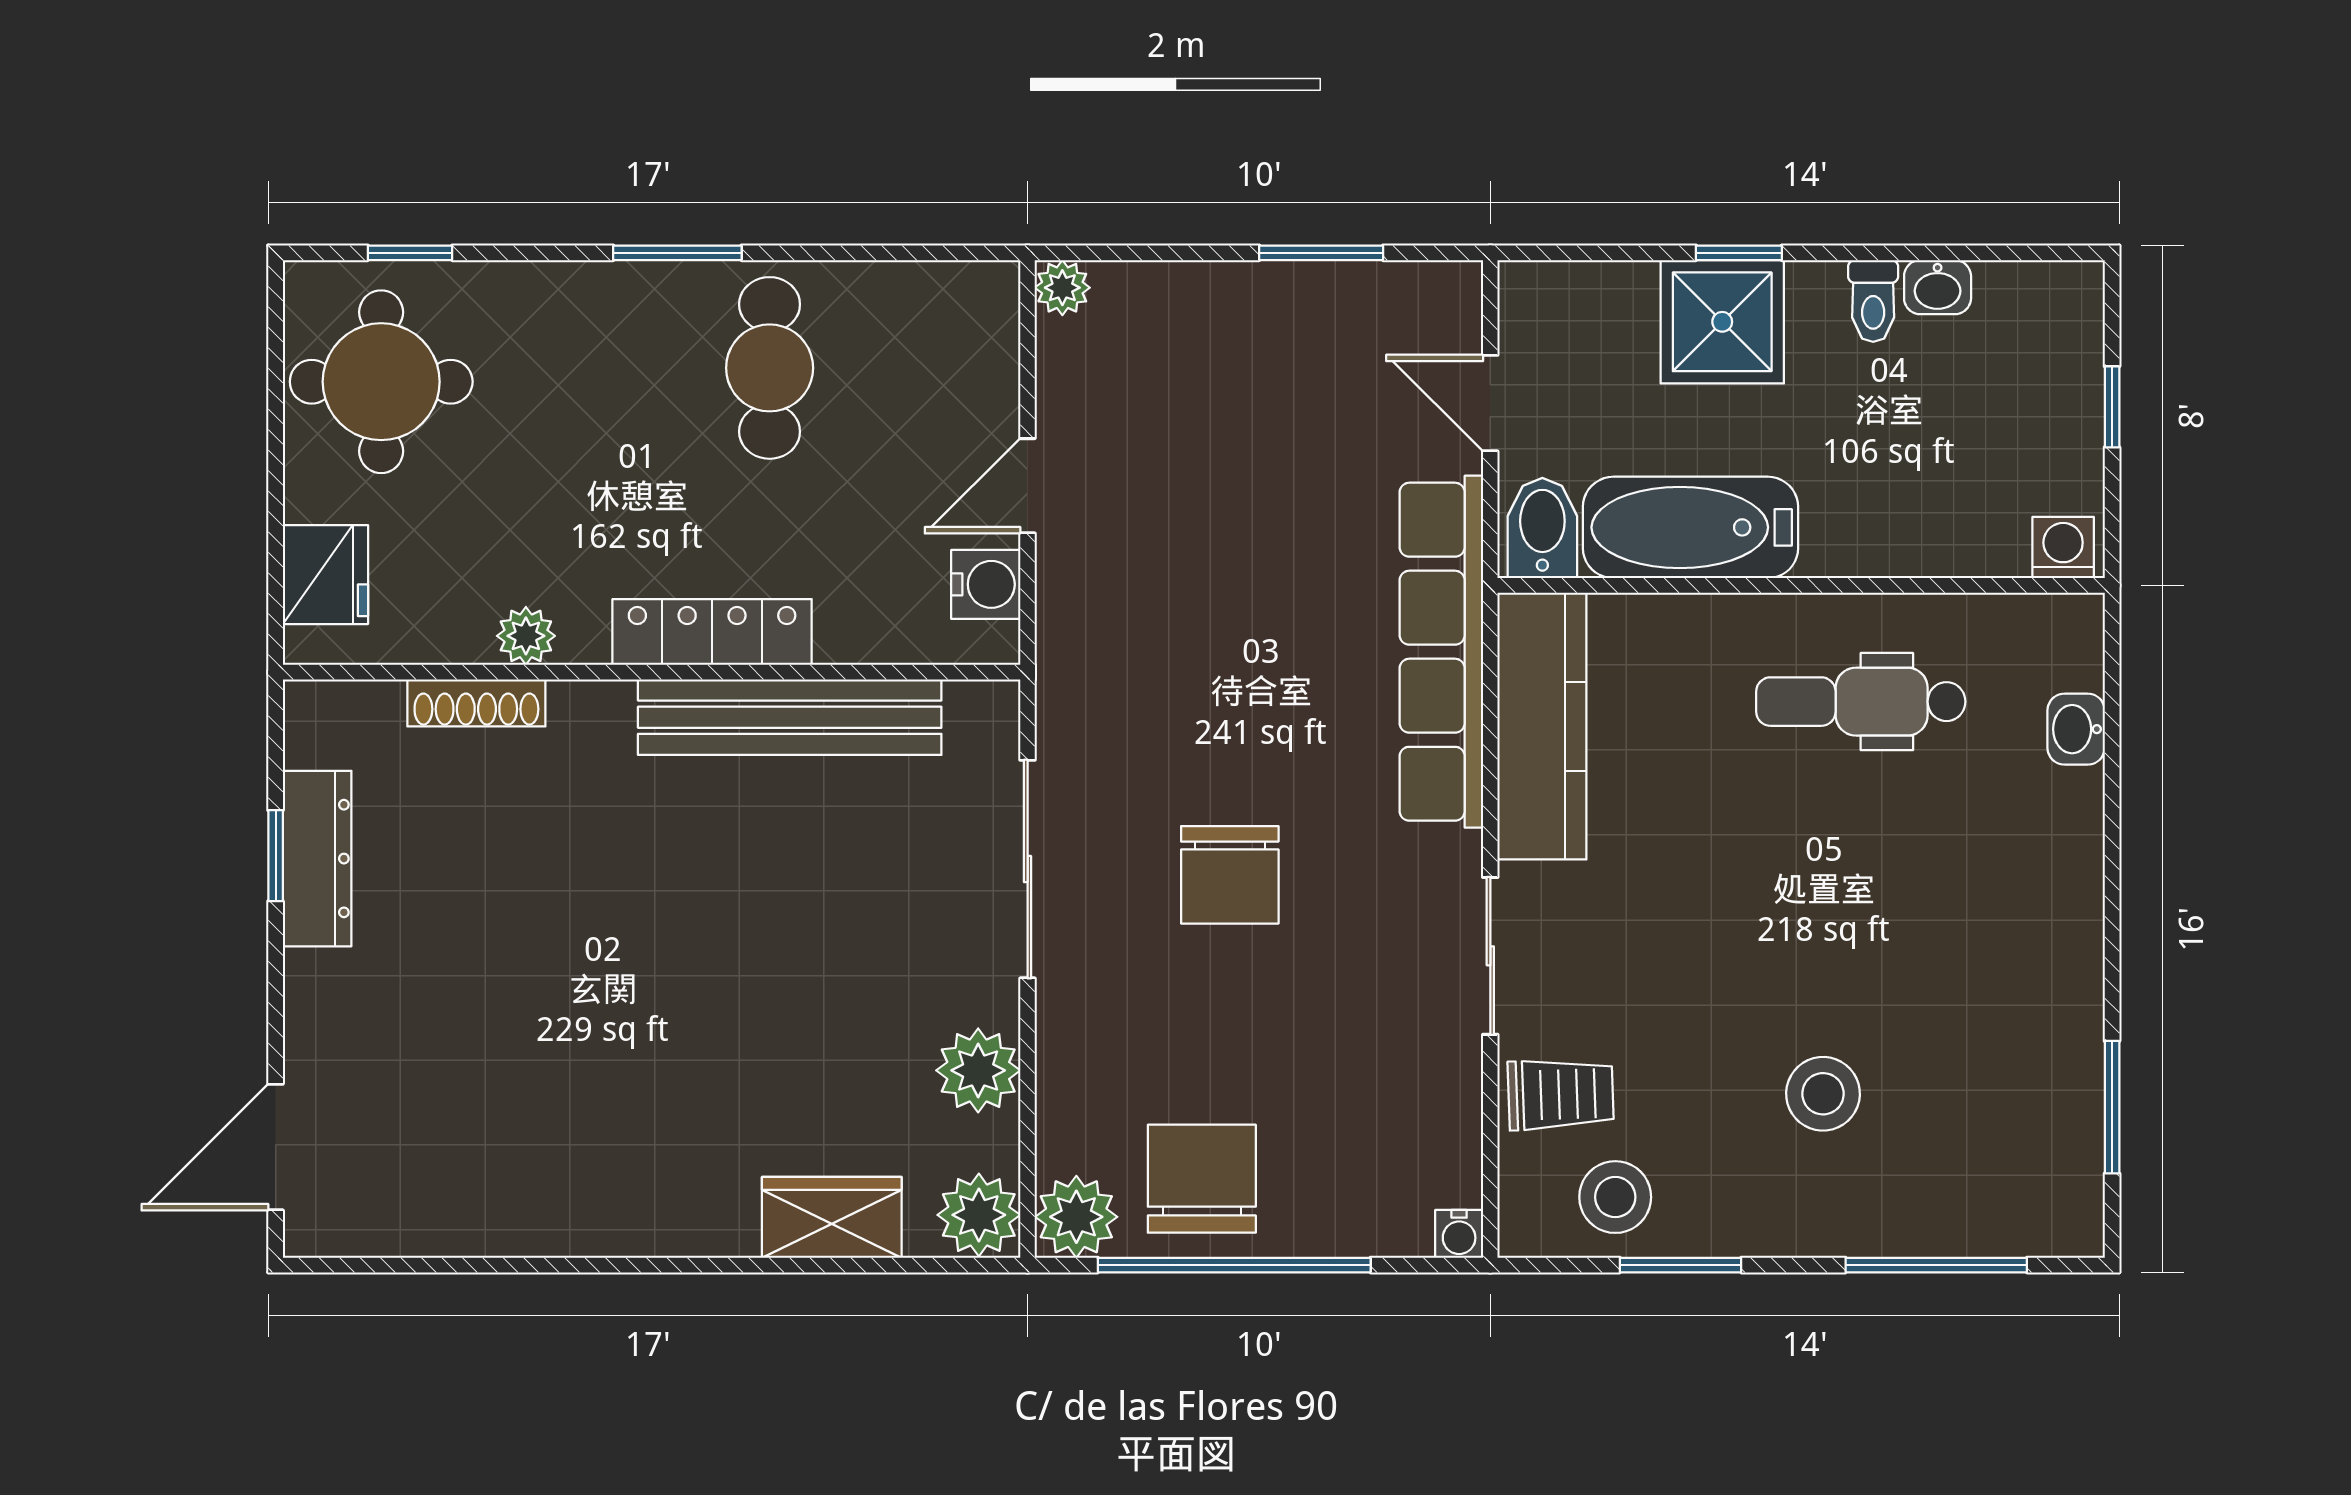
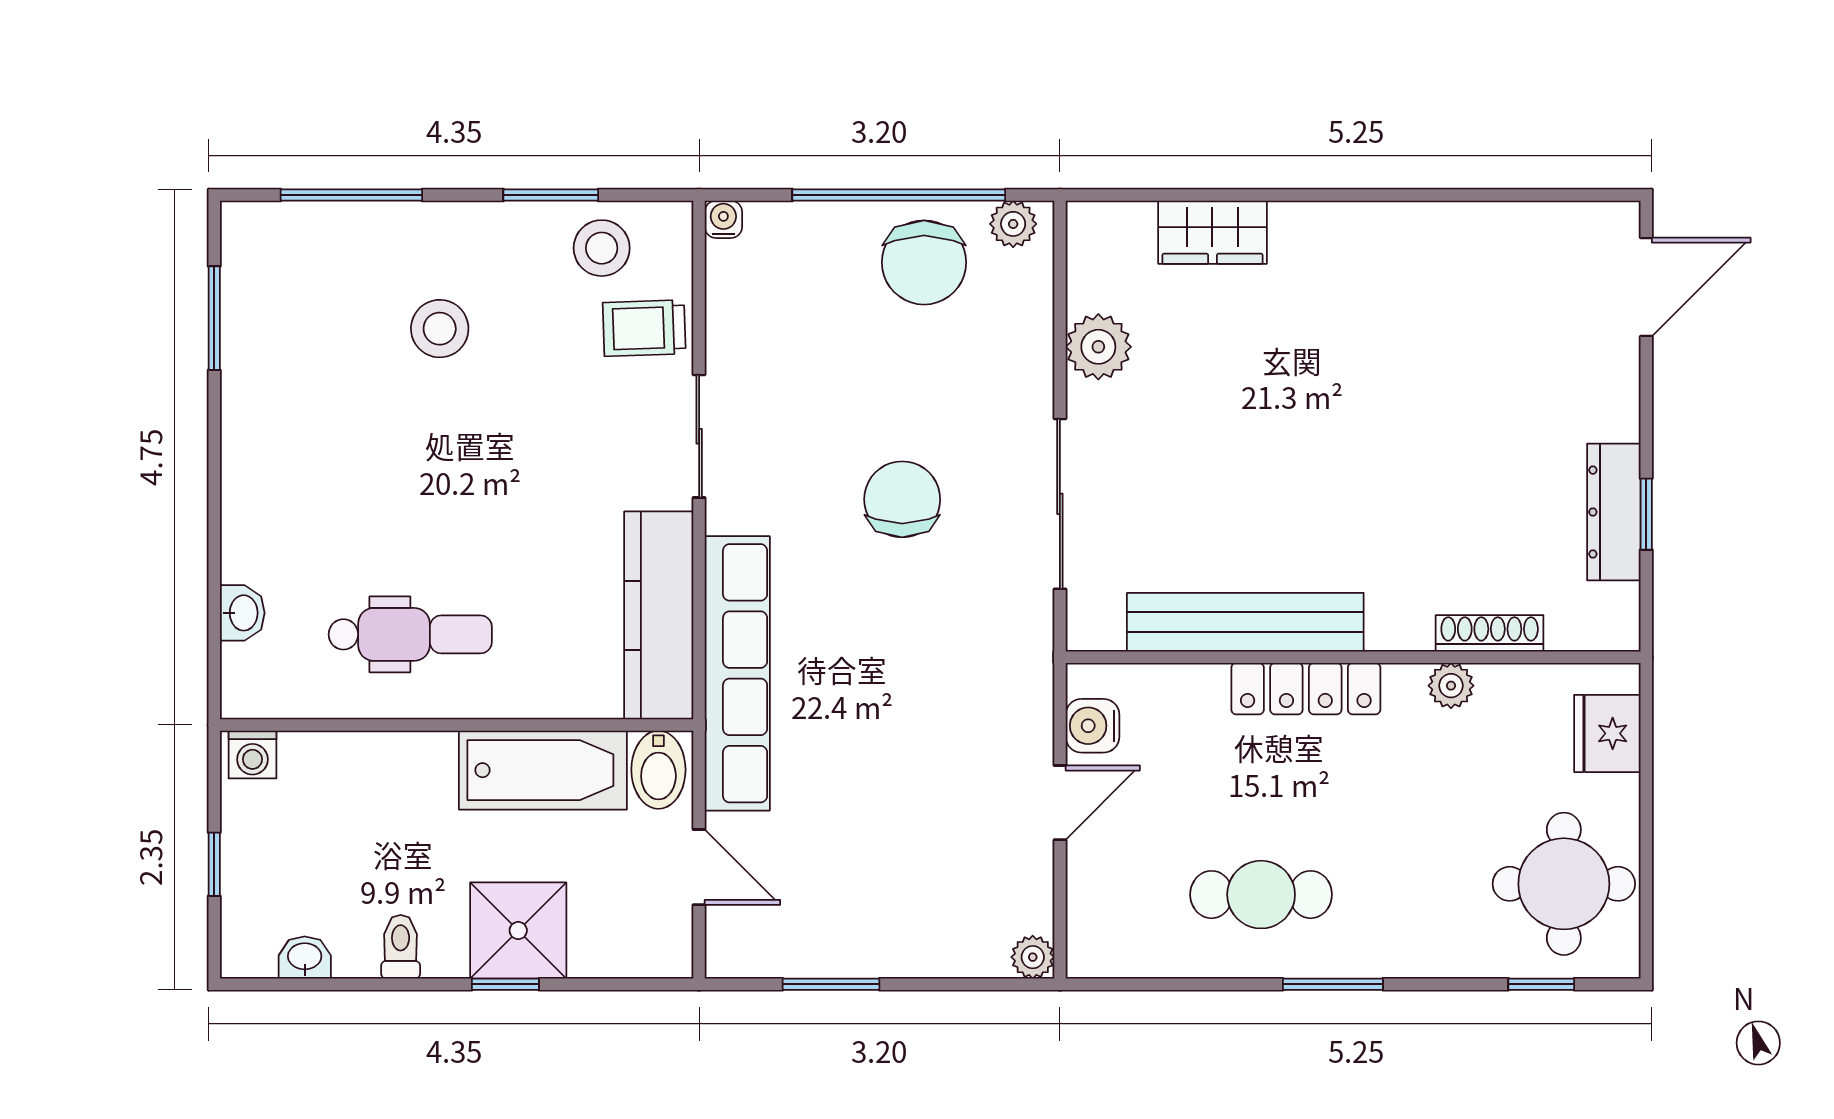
washbasin: (1938, 287) -> (305, 958), moved
cafe table: (770, 368) -> (1261, 895), turned 90
plant: (979, 1215) -> (1098, 234), removed
plant: (1076, 1217) -> (1013, 224), width x0.73, depth x0.73

